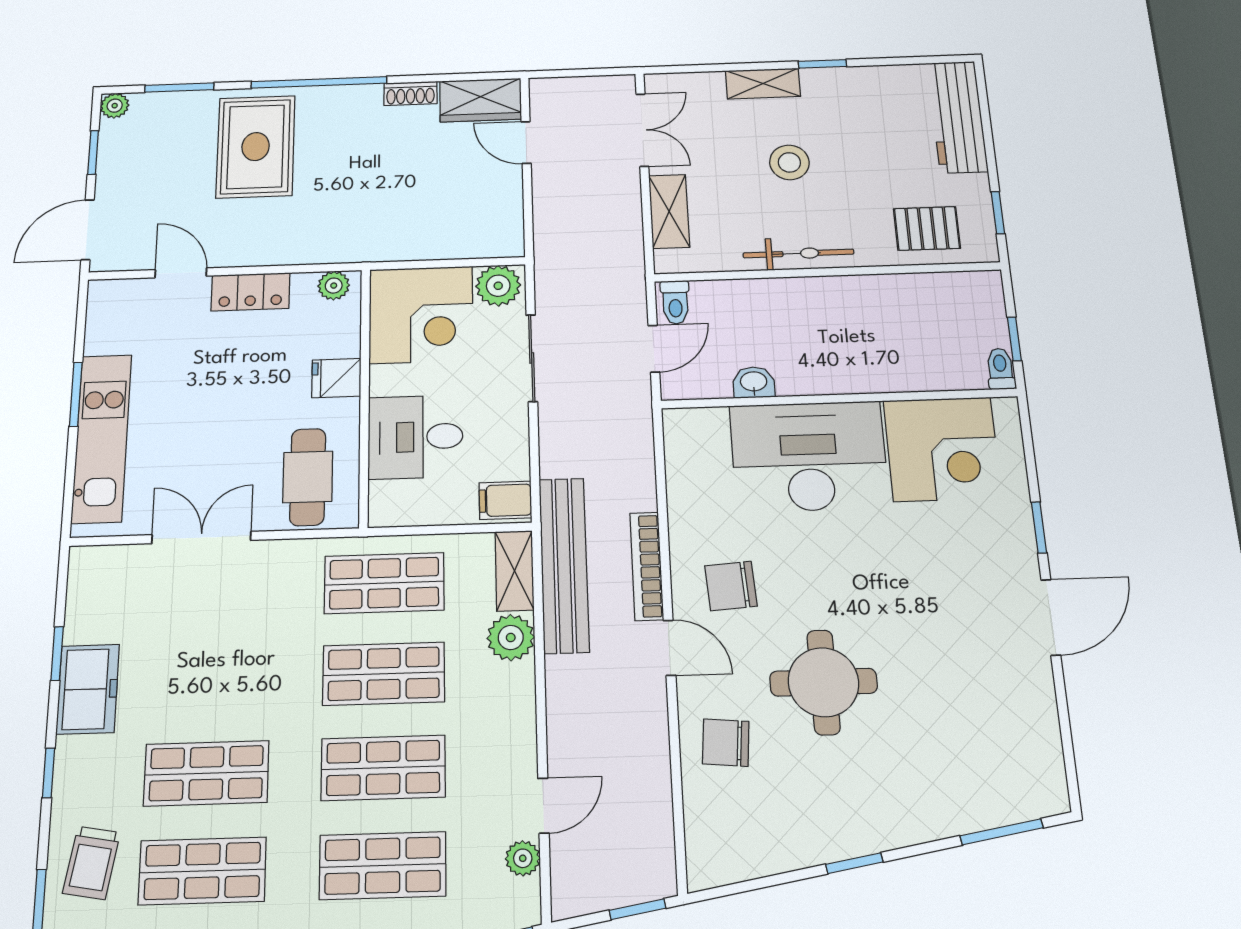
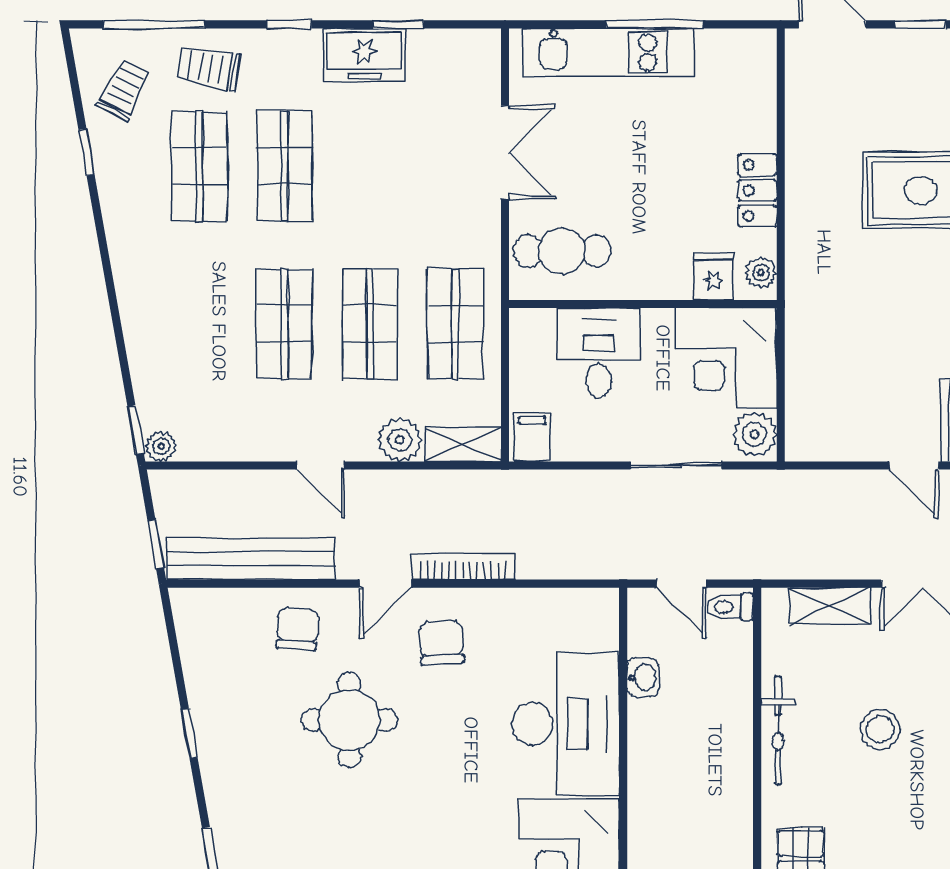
door: (526, 142) -> (914, 465), swing flipped
door: (181, 273) -> (781, 120), removed
fridge: (336, 378) -> (714, 277), moved
window: (76, 394) -> (654, 24), width x1.44
bench: (564, 565) -> (250, 559), moved
door: (543, 806) -> (321, 465), moved
plant: (523, 858) -> (161, 446), moved
shop shelf: (383, 866) -> (199, 324), removed

